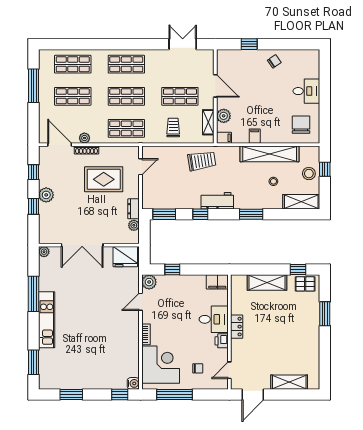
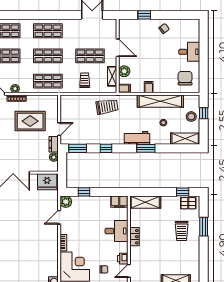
door: (141, 167) -> (59, 129), moved
workbench: (217, 201) -> (137, 138), moved
shelving: (267, 283) -> (145, 202), moved
trolley: (297, 319) -> (182, 231), added
printer: (222, 341) -> (123, 259), moved

